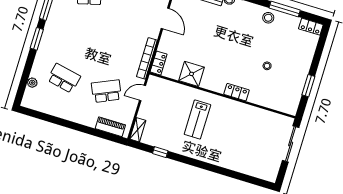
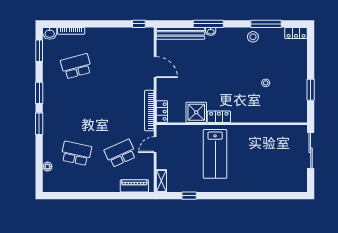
locker: (237, 92) -> (219, 117), moved
lab bench: (197, 119) -> (215, 154), width x1.36, depth x1.39

